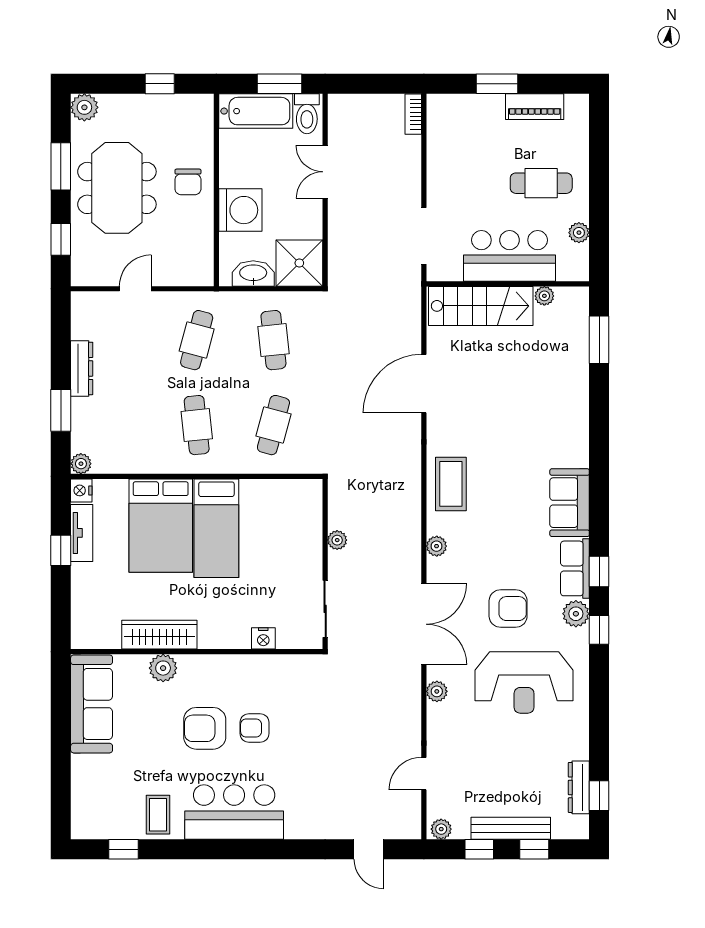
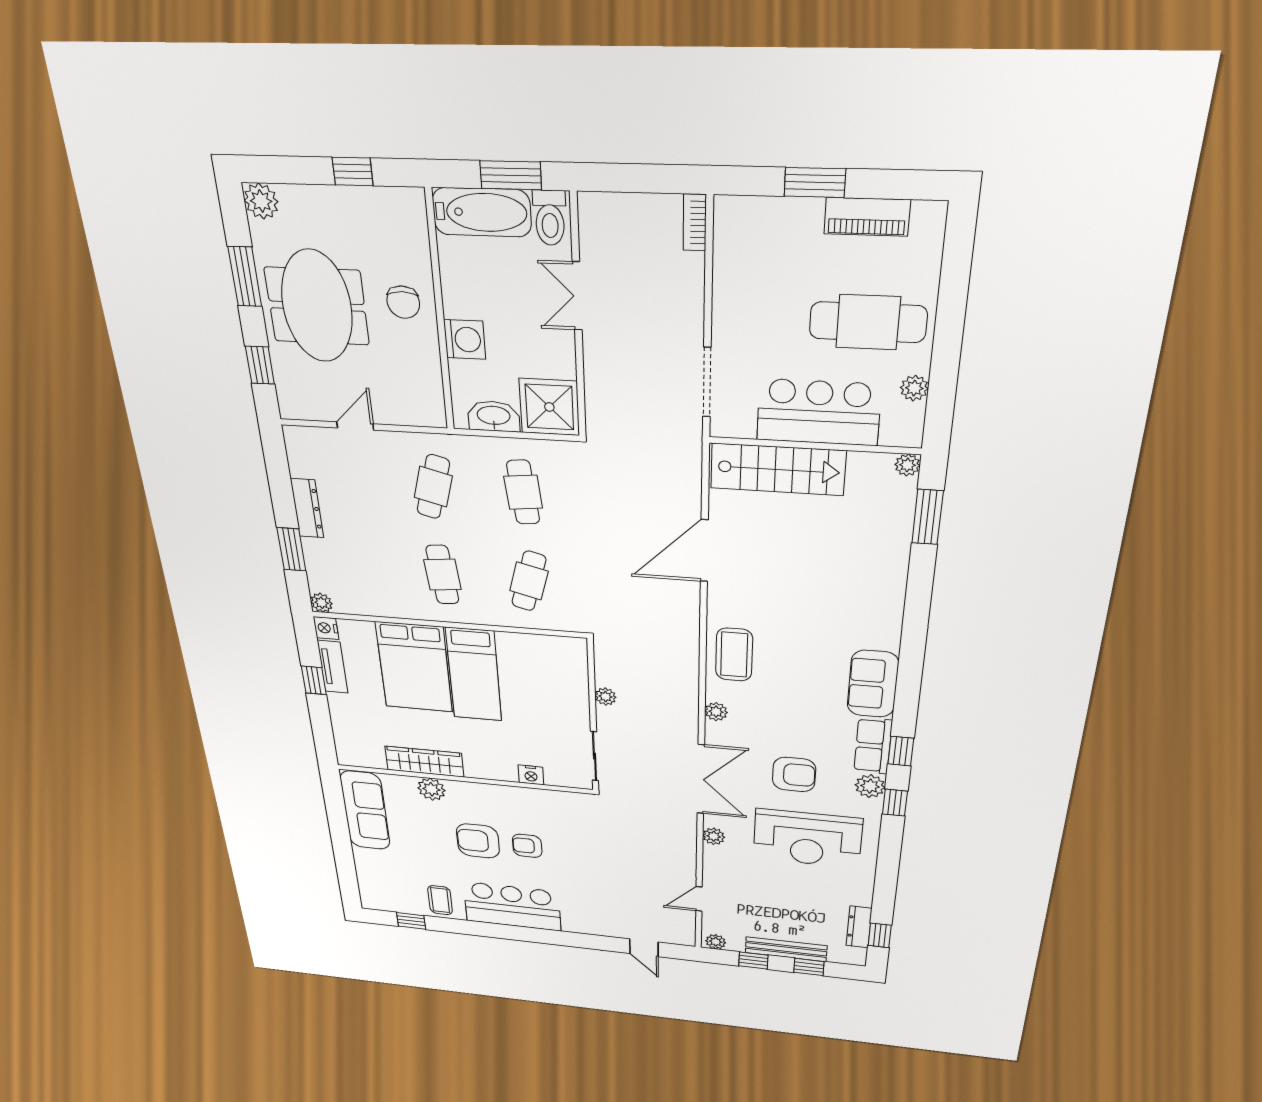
cafe table: (541, 183) -> (868, 322), width x1.37, depth x1.35
washing machine: (240, 210) -> (465, 339), width x0.73, depth x0.73
plant: (544, 296) -> (907, 465), moved

